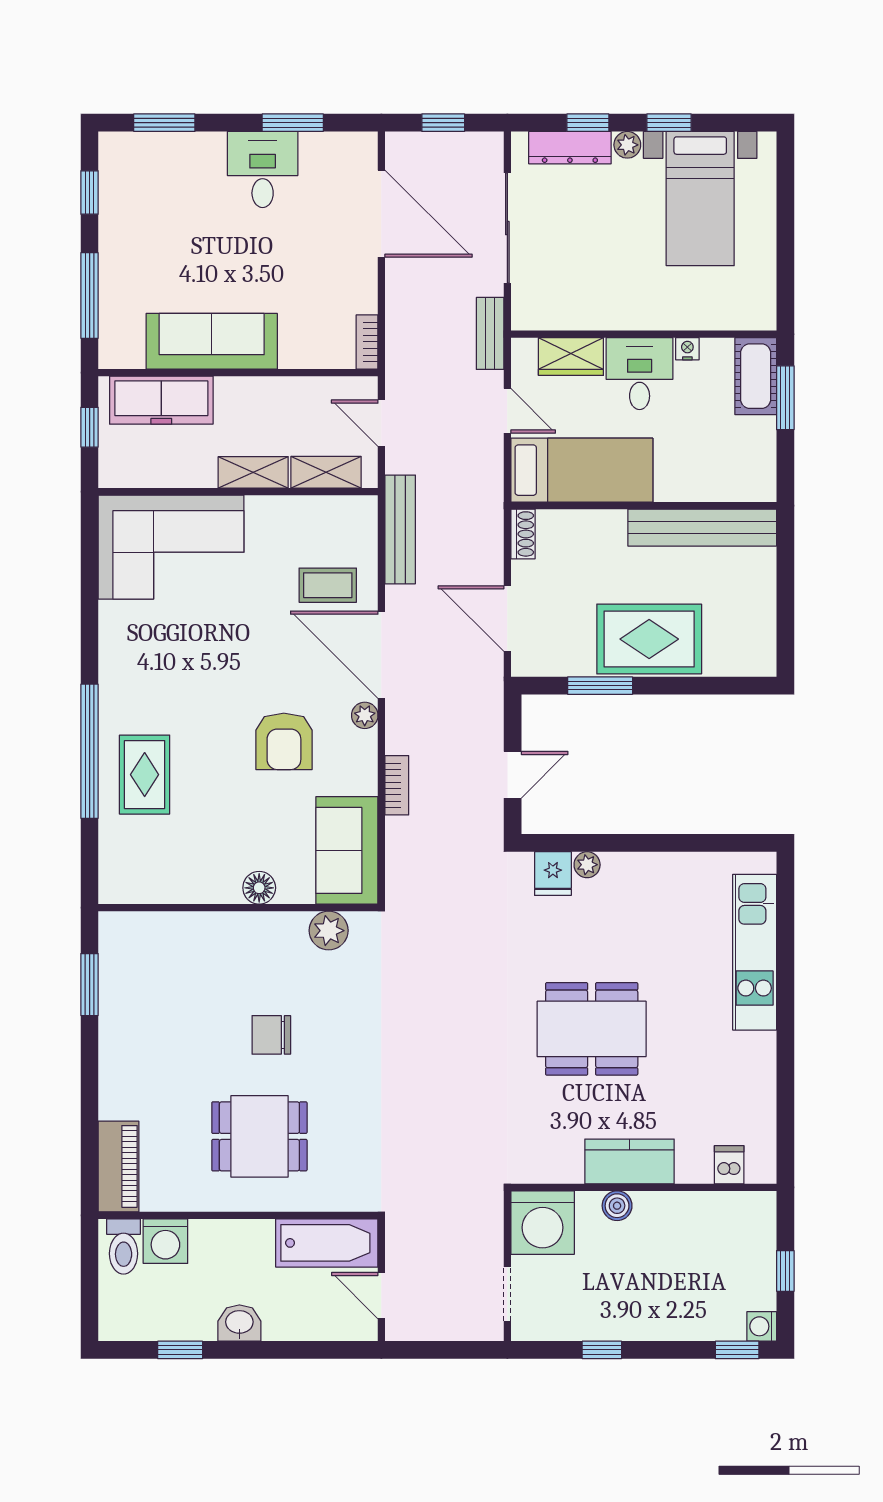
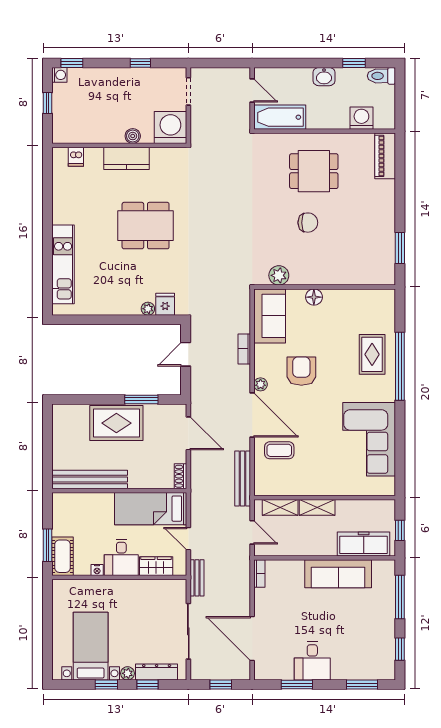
corner sofa: (171, 547) -> (369, 439), moved, turned -90
toilet: (124, 1246) -> (381, 76), moved, turned -90

